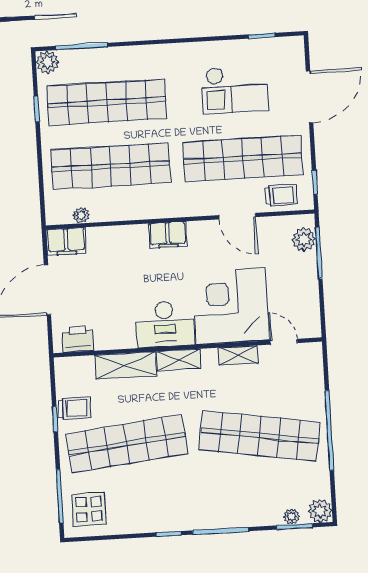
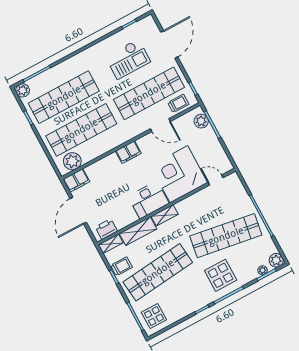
plant: (81, 215) -> (72, 161), width x1.88, depth x1.88
shelving: (238, 355) -> (111, 244), moved
display table: (222, 494) -> (221, 275), added

